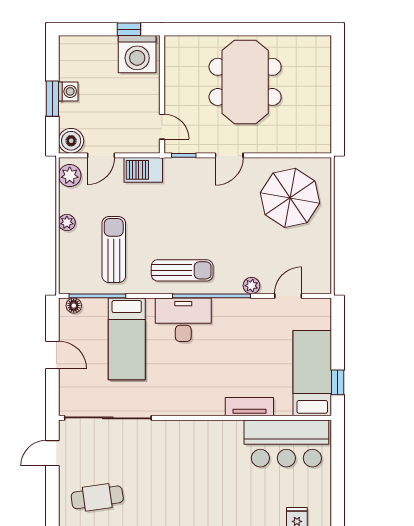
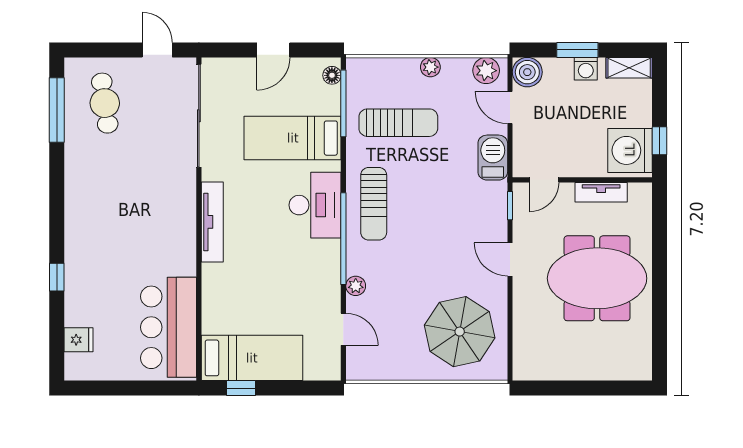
shelving: (67, 55) -> (629, 68), added
tv unit: (172, 78) -> (601, 192), added
tv unit: (249, 407) -> (212, 222), moved, width x1.41

